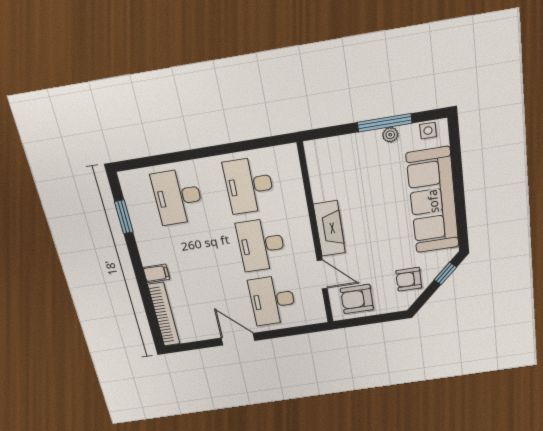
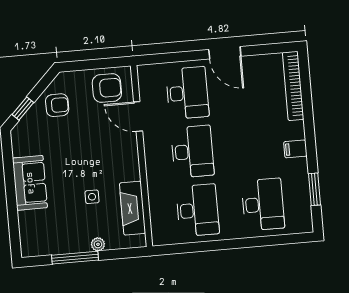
side table: (428, 131) -> (92, 197), moved
plant: (390, 135) -> (98, 244), moved
sofa: (433, 201) -> (30, 183), width x0.54, depth x0.79
fireplace: (329, 229) -> (133, 208), moved
filing cabinet: (156, 273) -> (295, 149), moved

